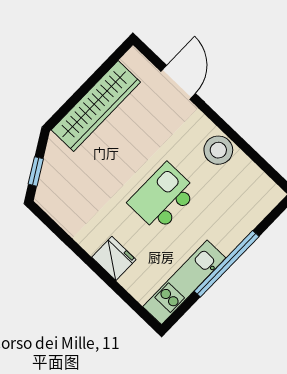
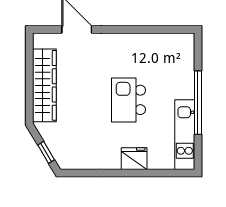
stool: (218, 150) -> (134, 45), removed

